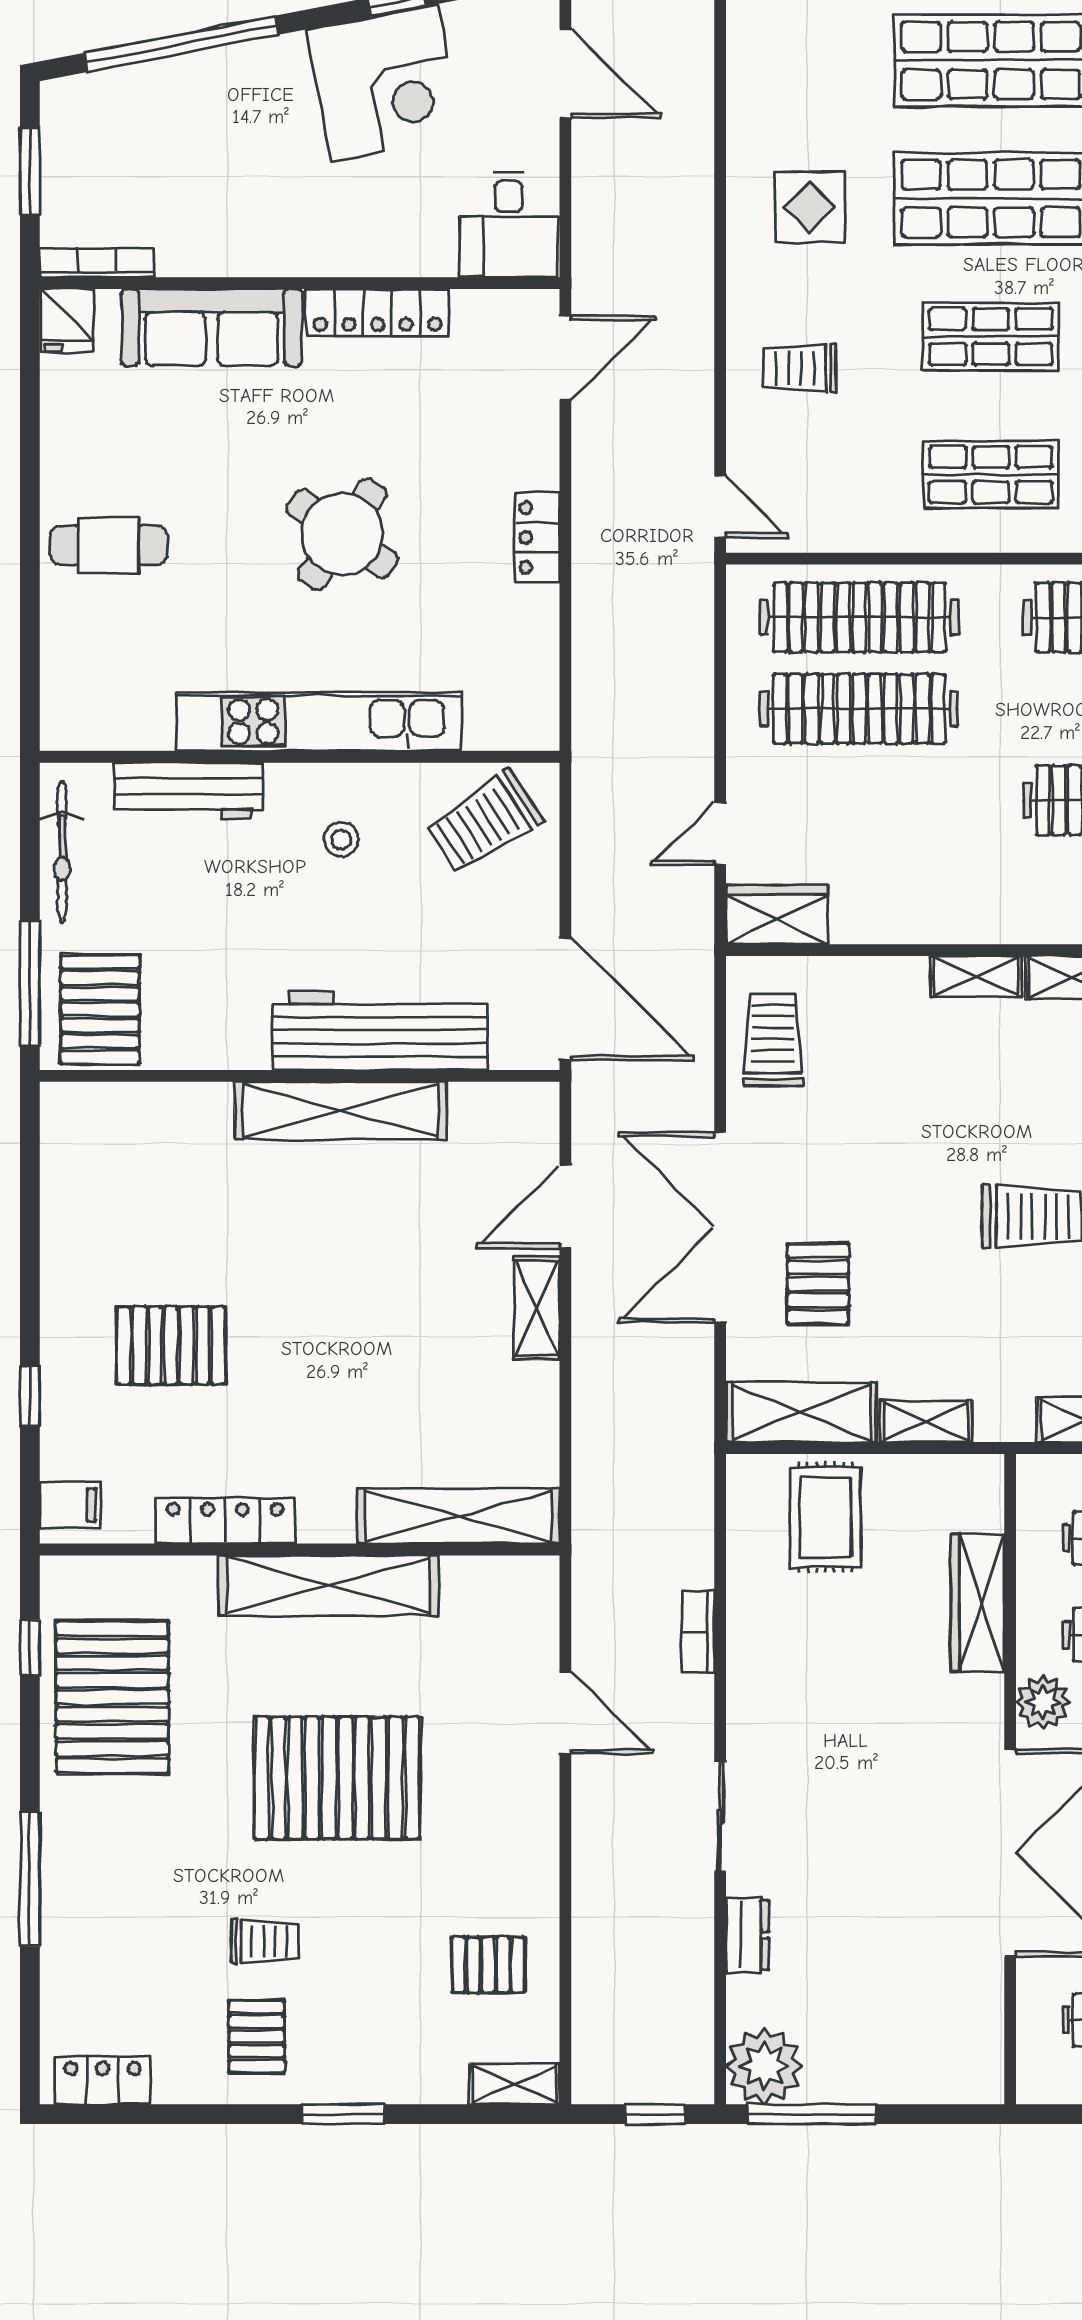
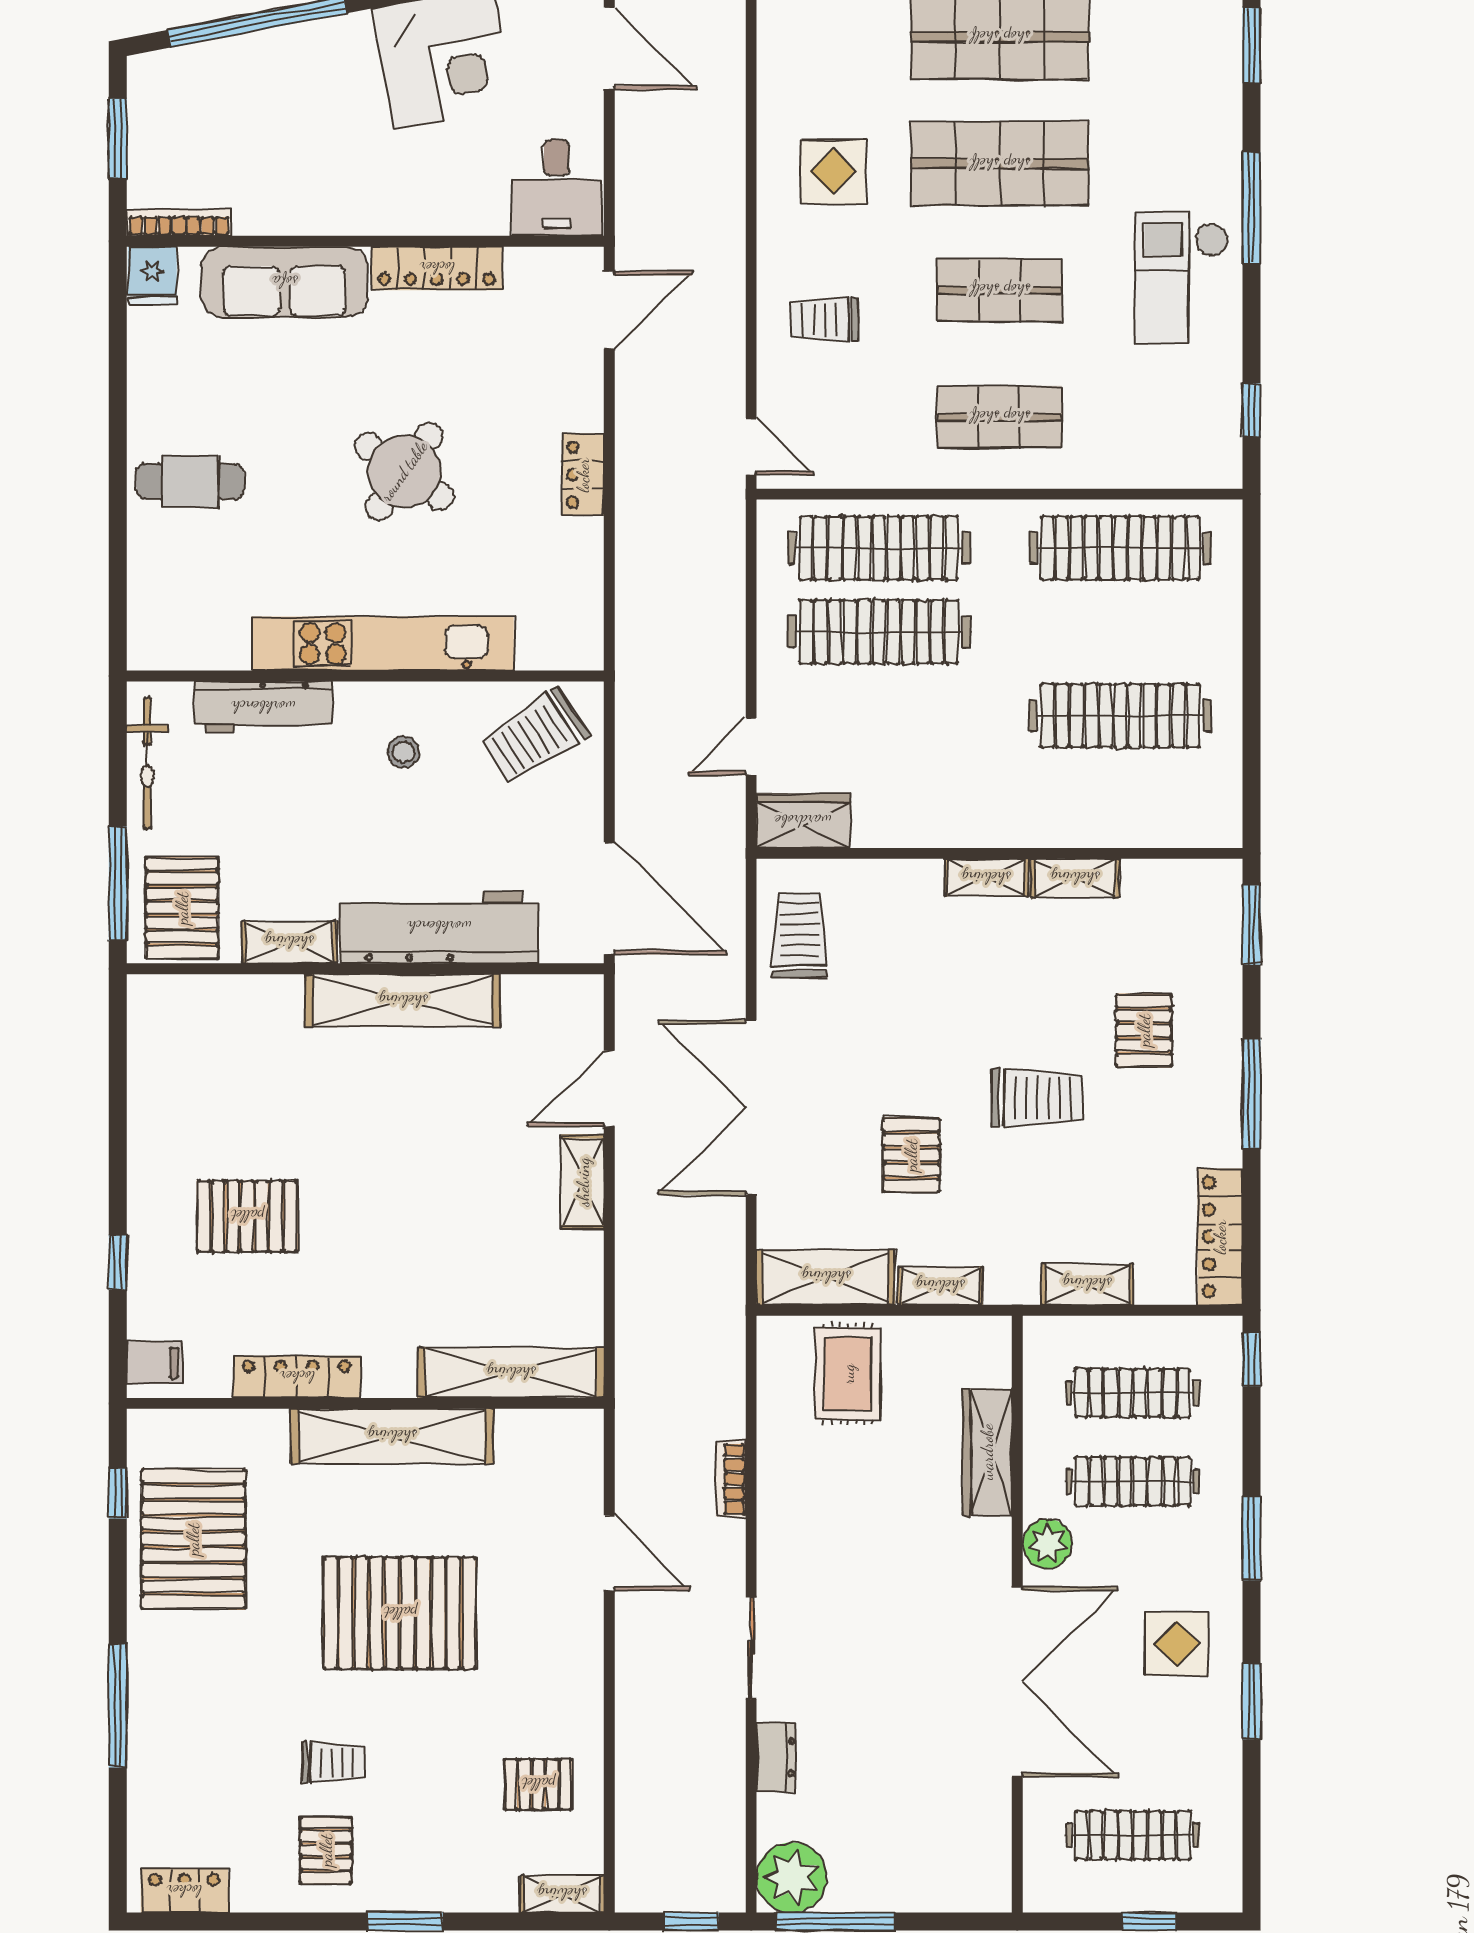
shelving: (217, 1047) -> (289, 942), added
pallet: (818, 1284) -> (911, 1155), moved

